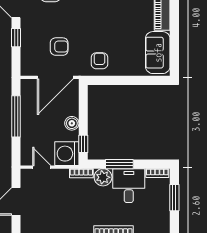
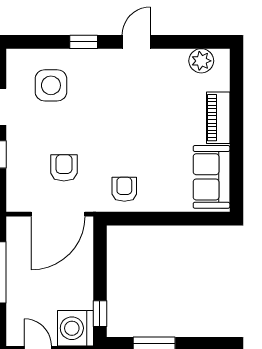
armchair: (59, 47) -> (64, 168), turned -90
boiler: (72, 123) -> (83, 283), removed

